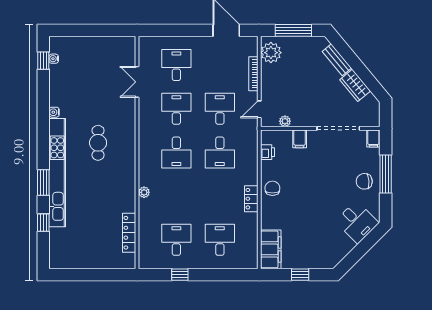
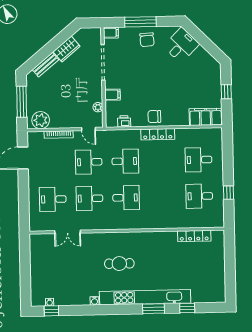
plant: (144, 192) -> (160, 224), removed
locker: (251, 199) -> (158, 134), width x1.53

